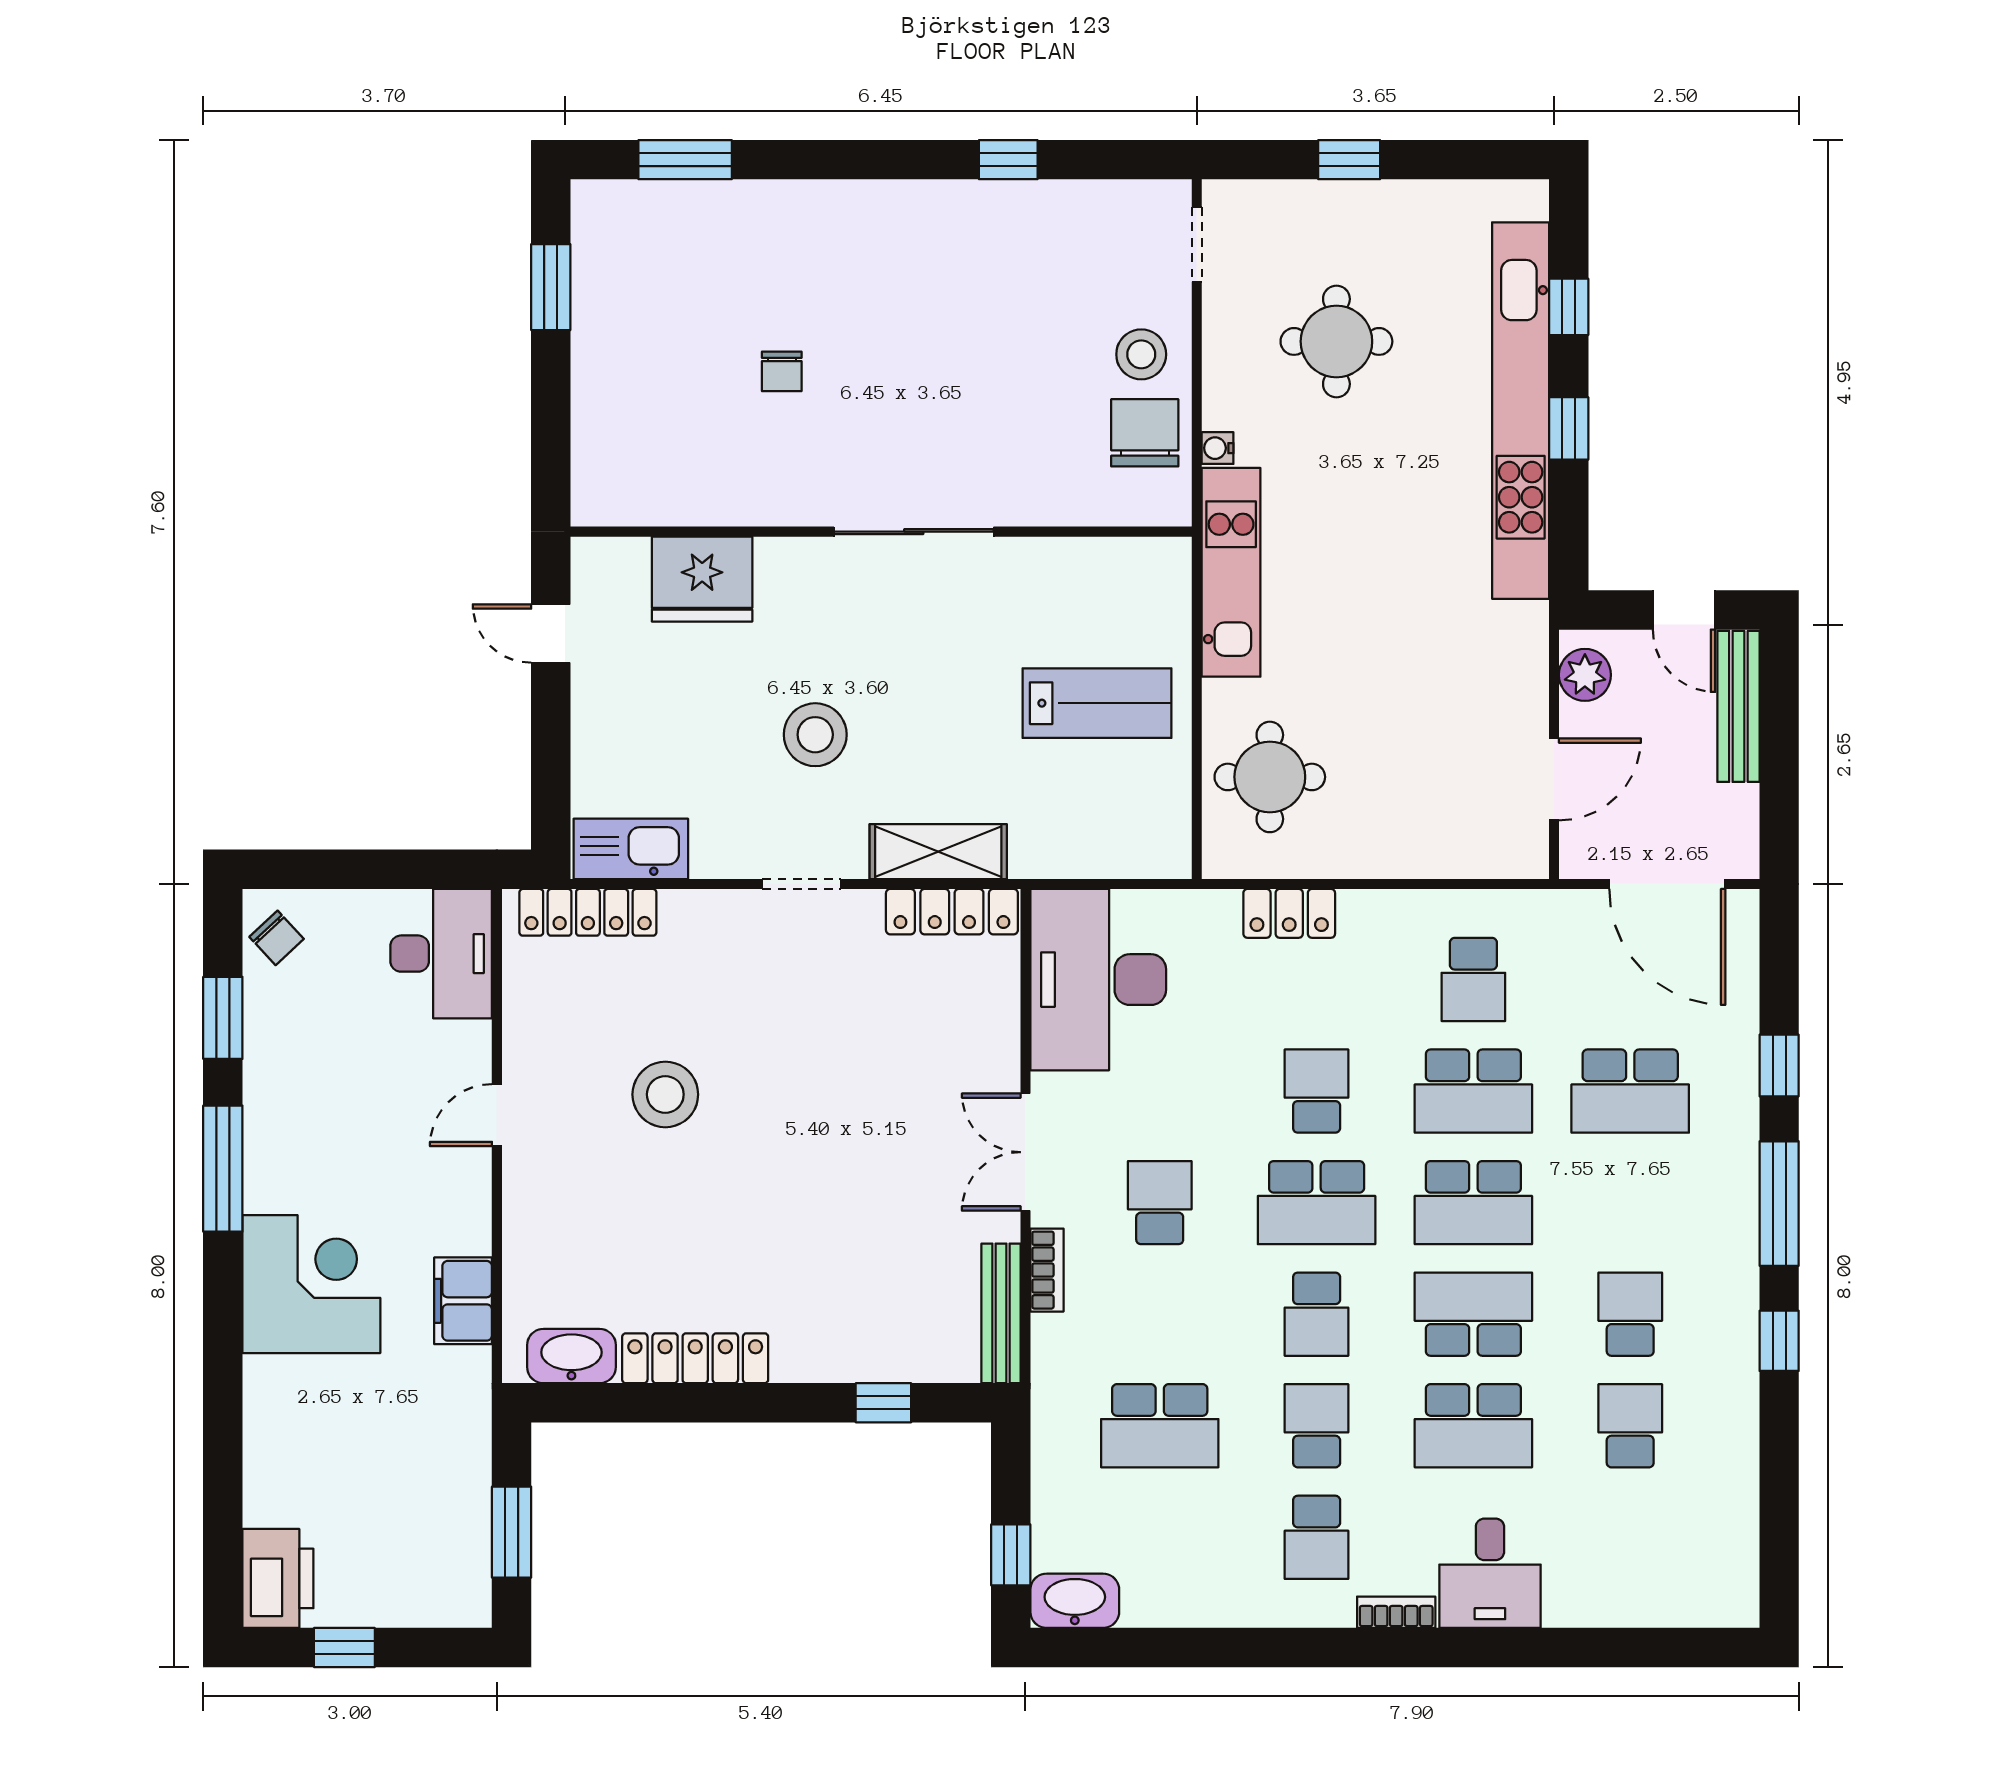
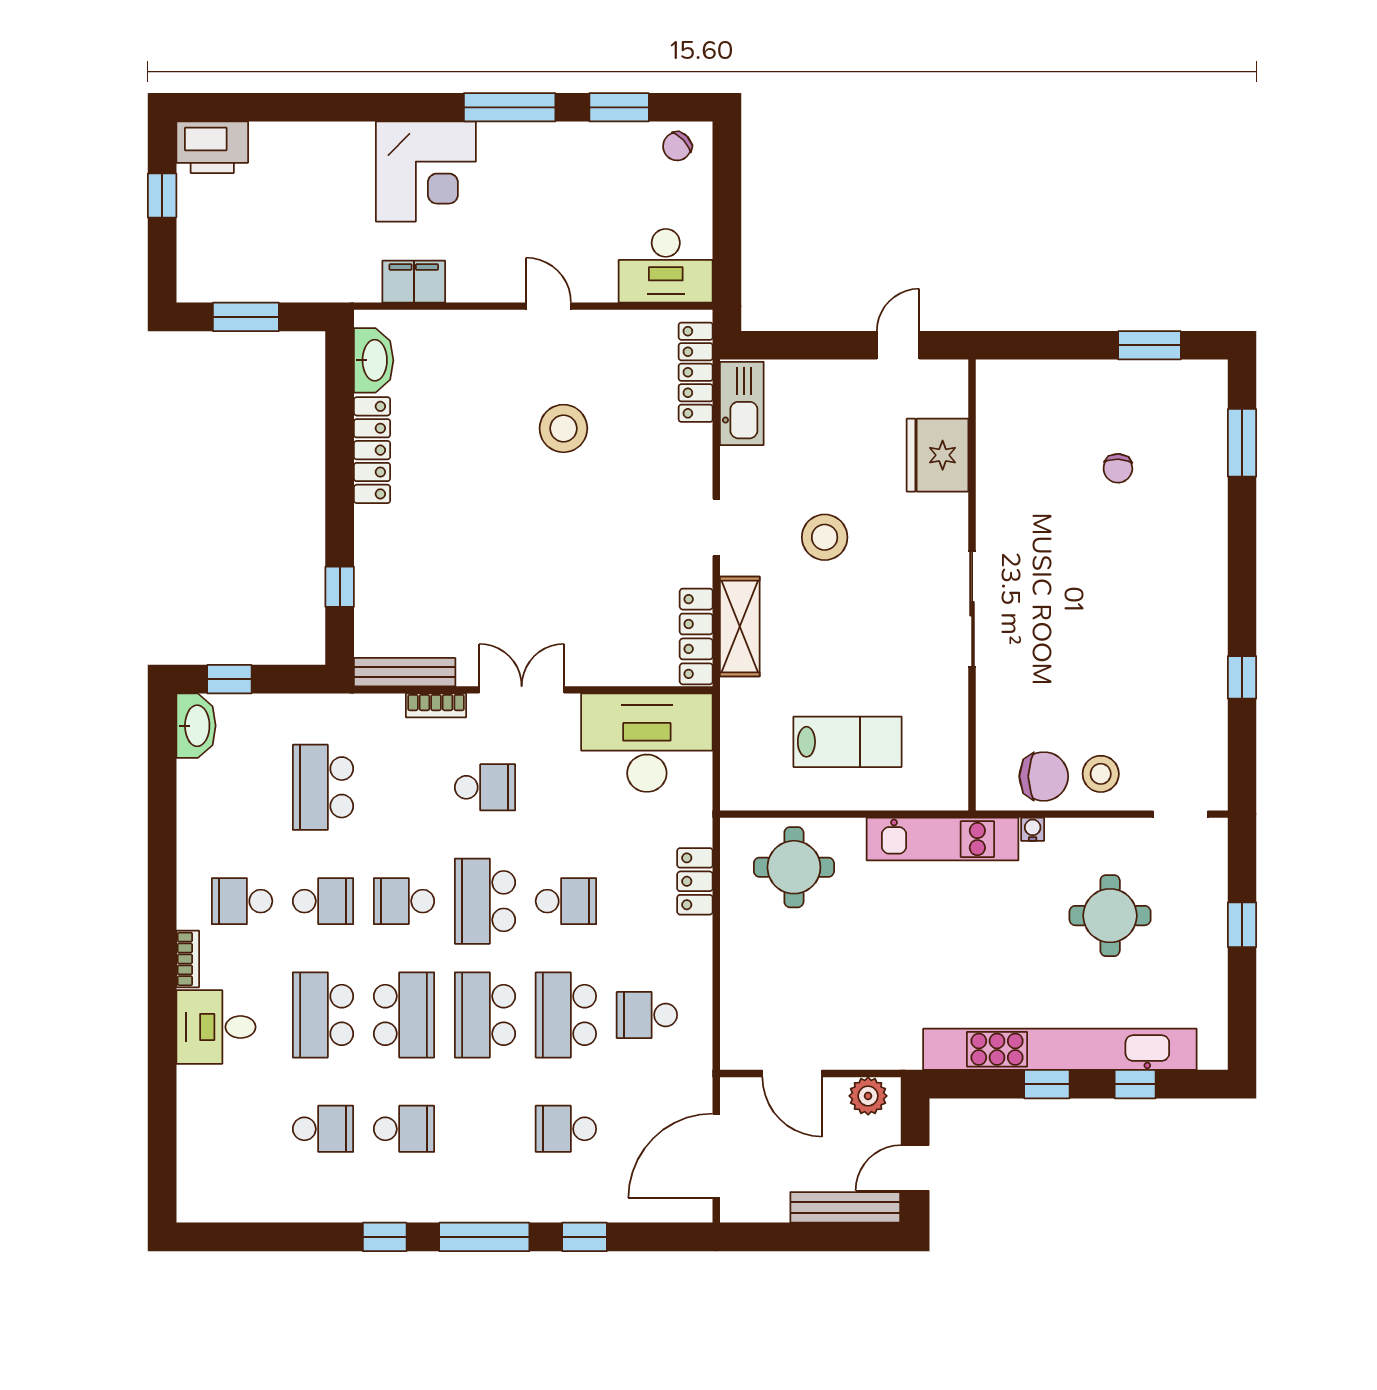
chair: (782, 371) -> (1118, 468), moved, turned -88
lab bench: (1097, 703) -> (848, 742), turned -90
school desk: (1630, 1091) -> (566, 1129), width x0.54

